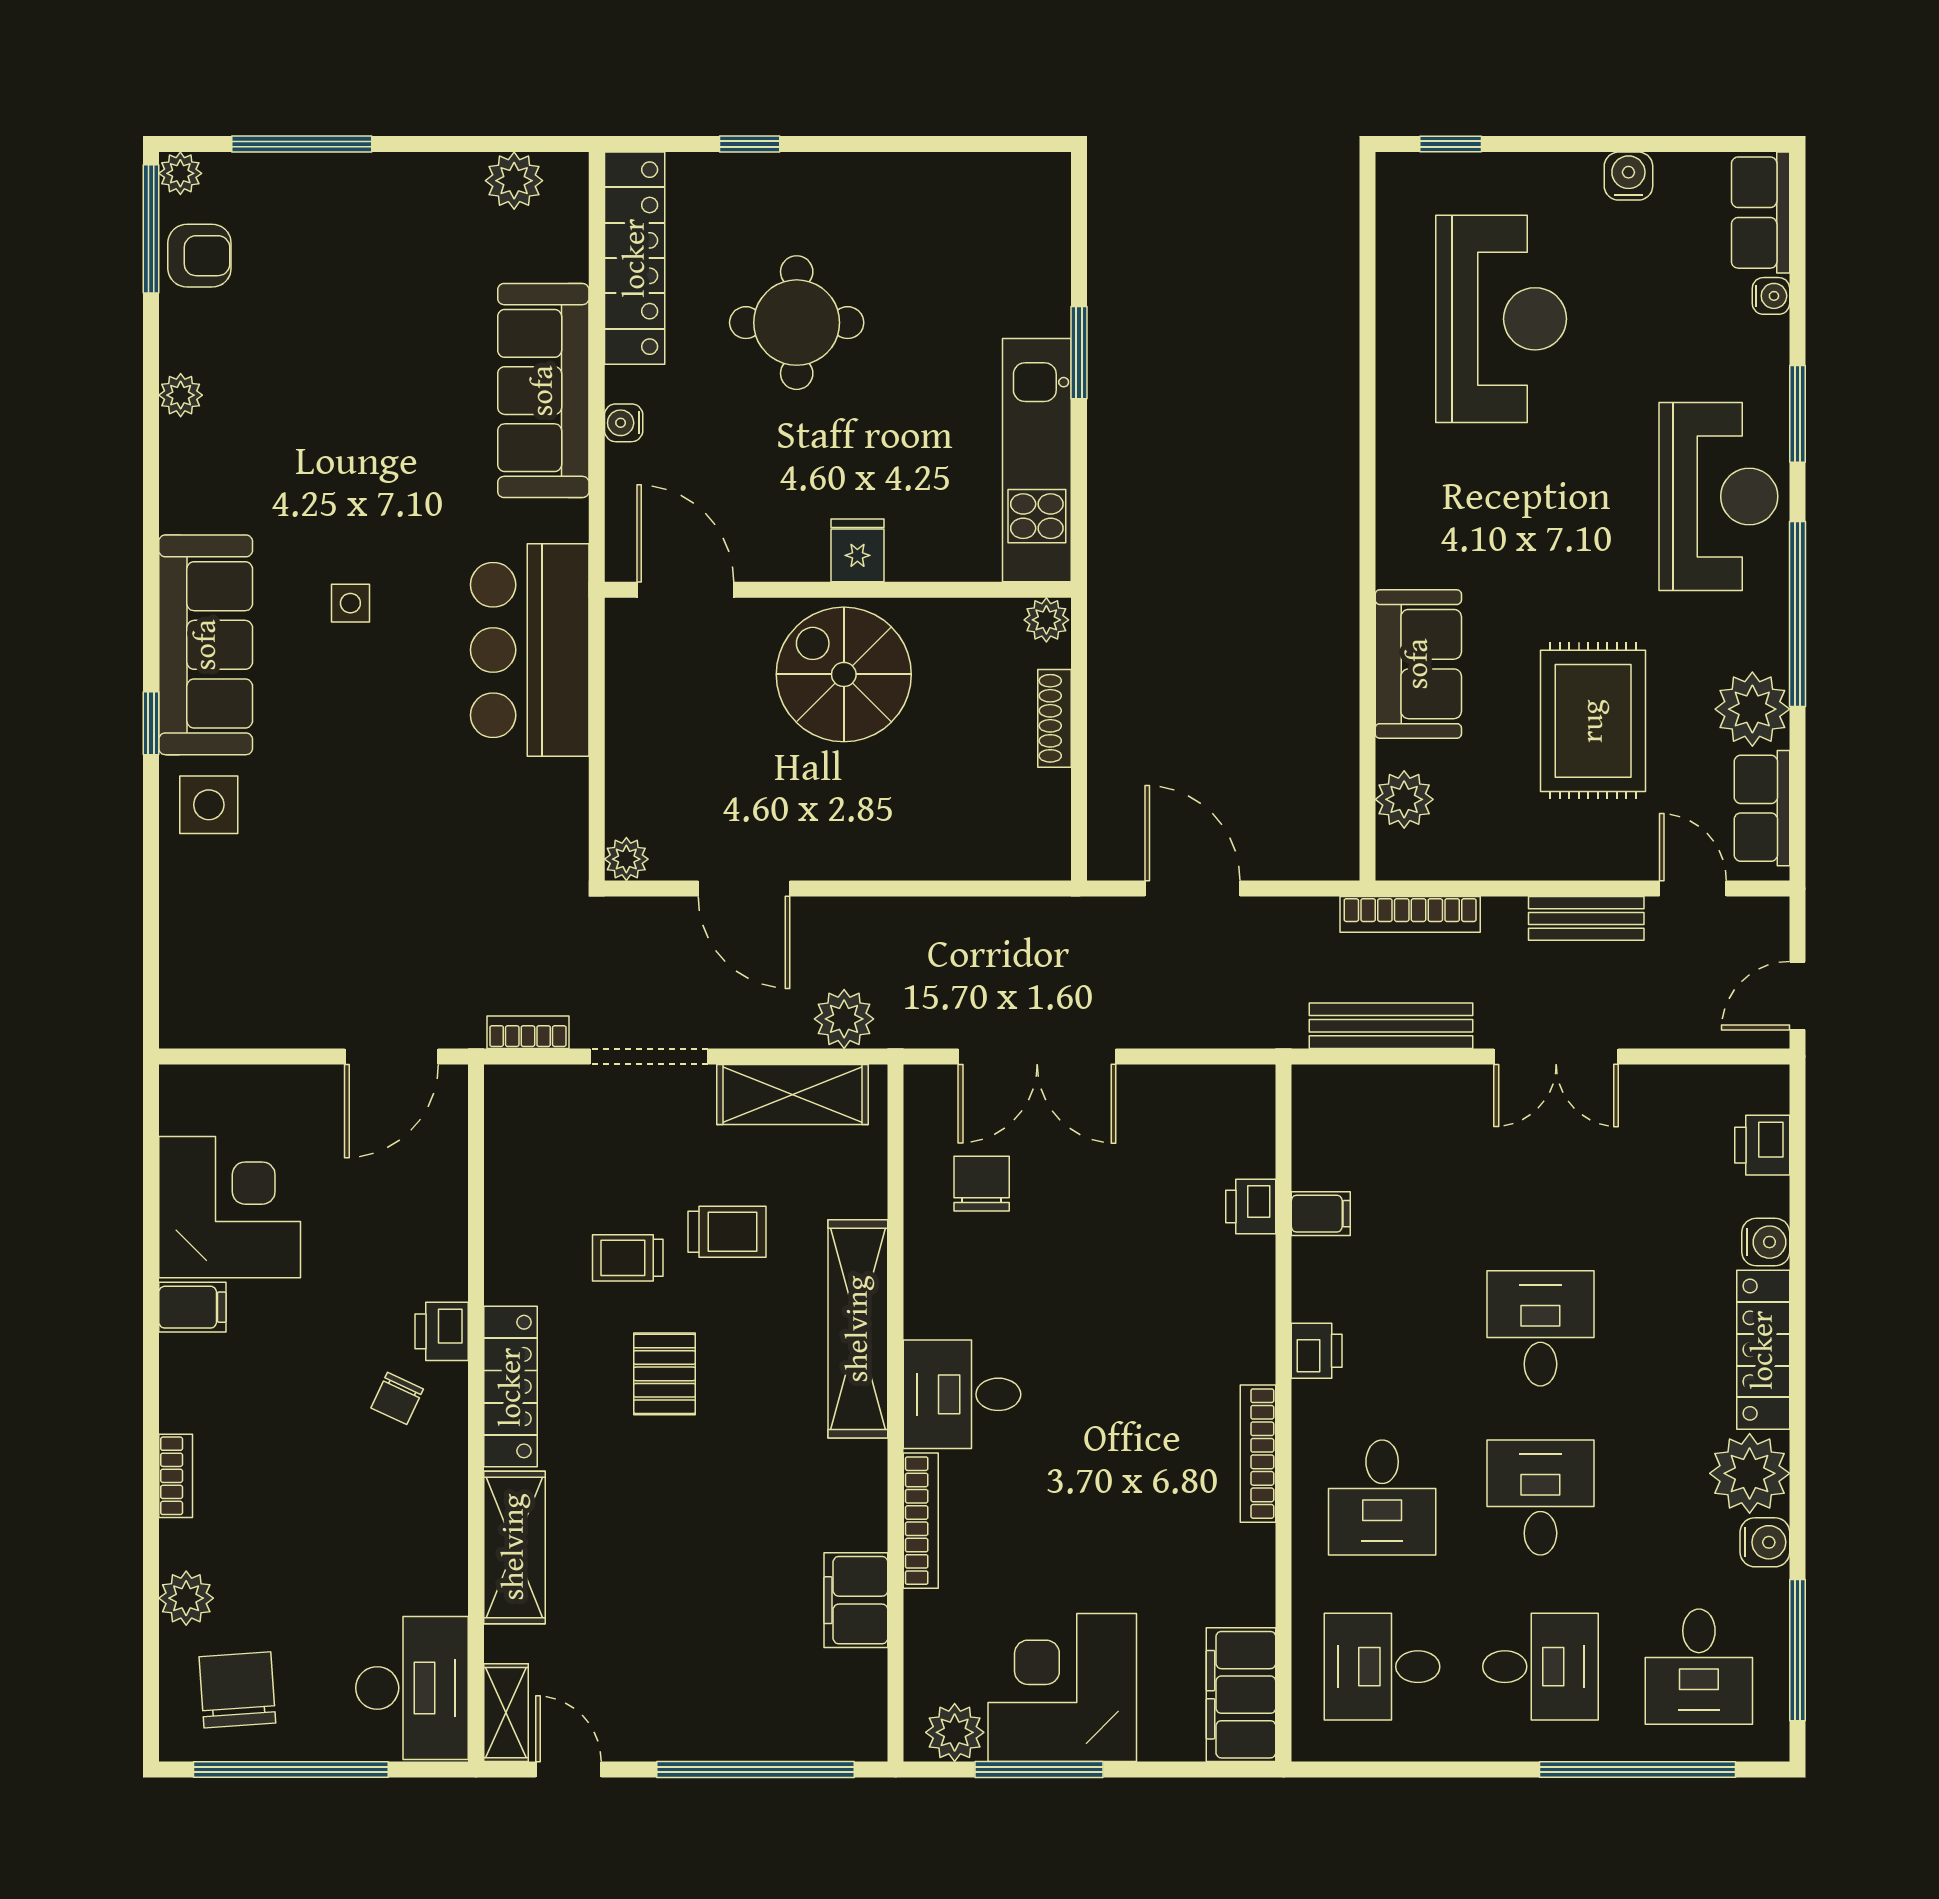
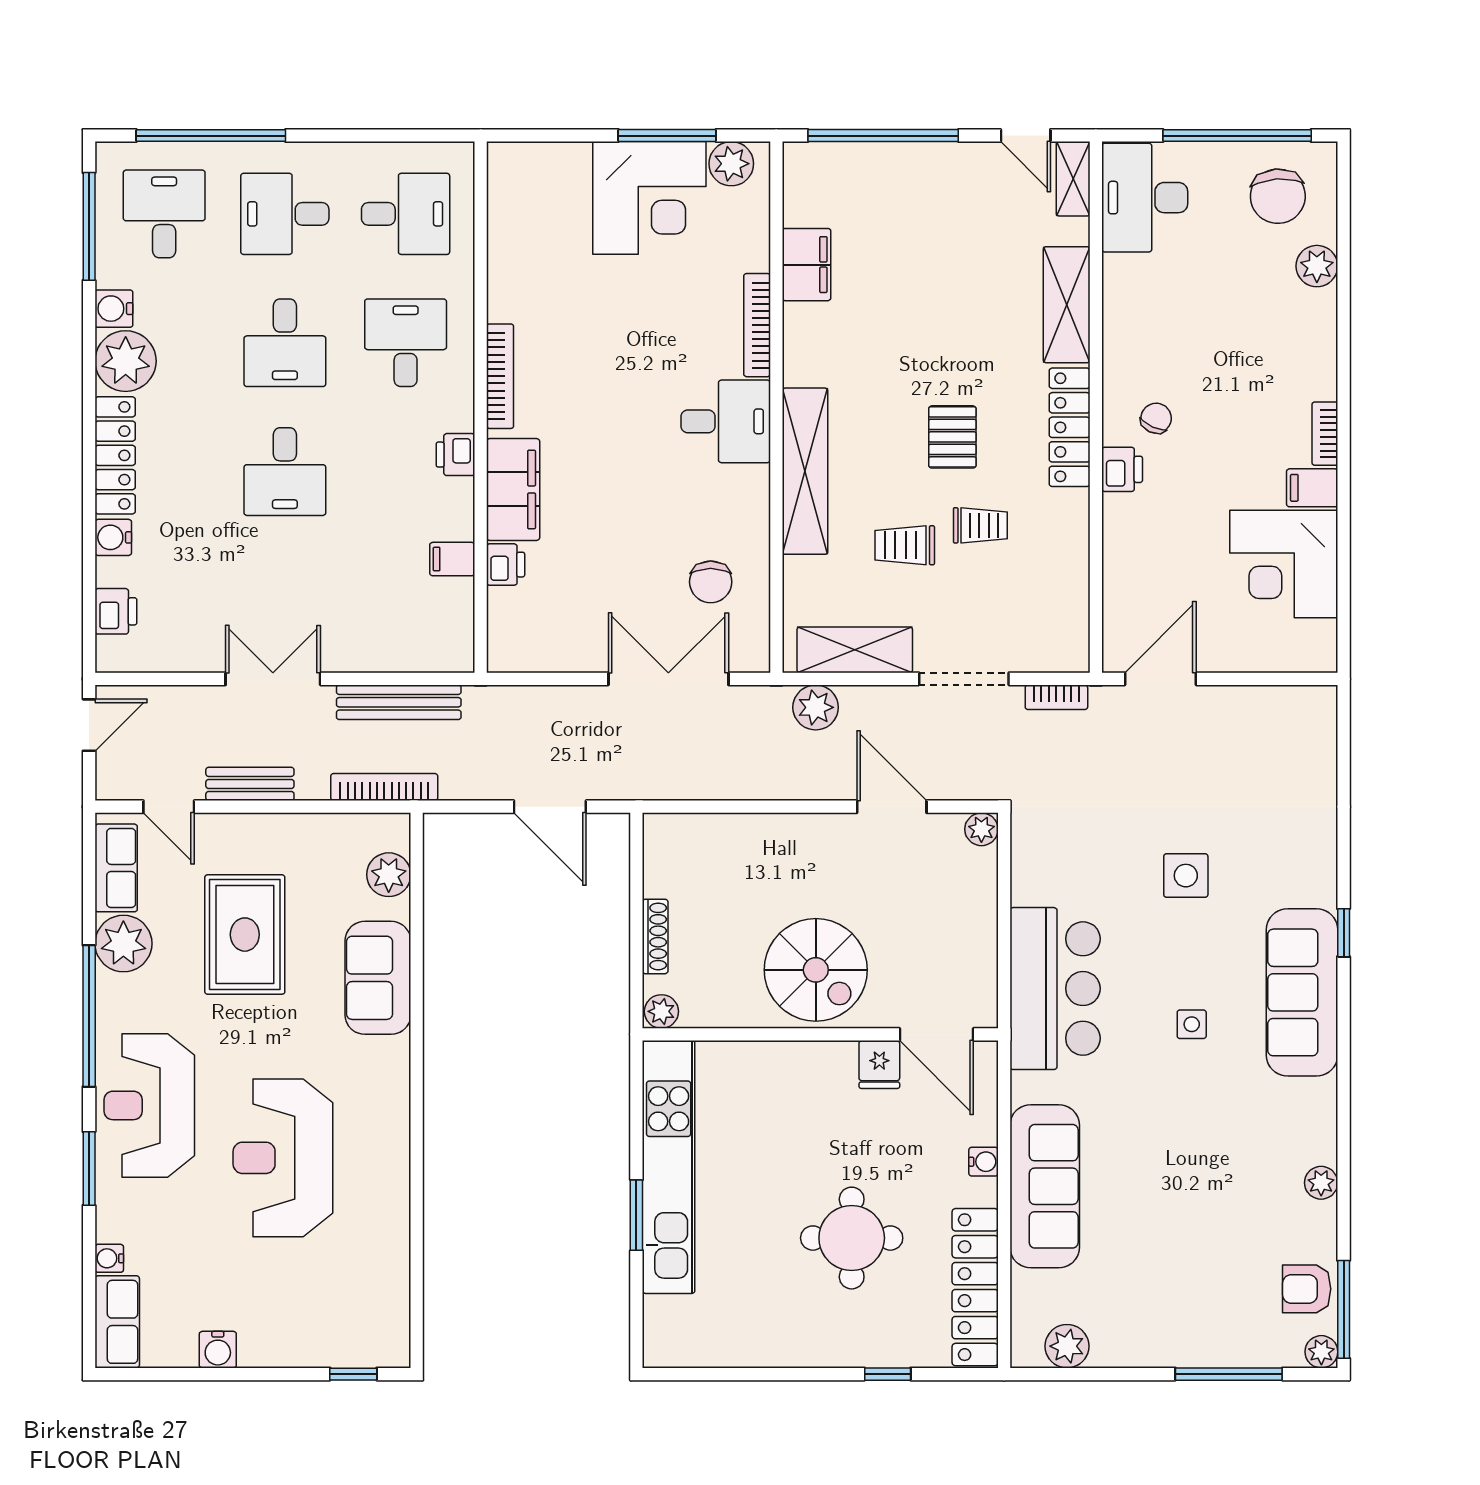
reception desk: (1501, 319) -> (283, 1158), moved
kitchen unit: (1037, 460) -> (669, 1167), width x1.36
fridge: (857, 550) -> (879, 1064), moved
side table: (209, 805) -> (1186, 876), moved
bookcase: (176, 1476) -> (1325, 434), moved
filing cabinet: (1241, 1695) -> (513, 489), moved

